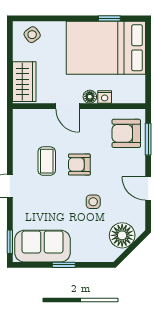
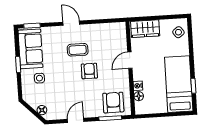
bed: (106, 48) -> (179, 84), width x0.67
floor lamp: (90, 97) -> (139, 96), moved
coffee table: (47, 161) -> (78, 50), moved
side table: (93, 202) -> (39, 78), moved
floor lamp: (122, 235) -> (42, 110), width x0.53, depth x0.53

